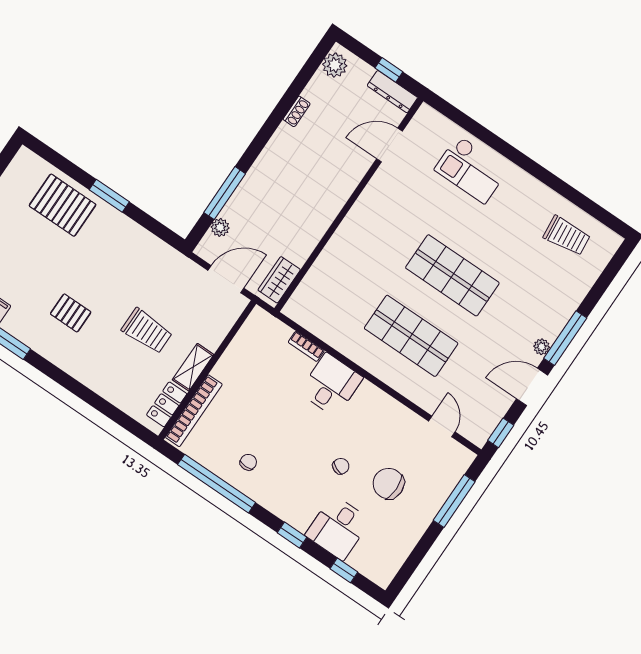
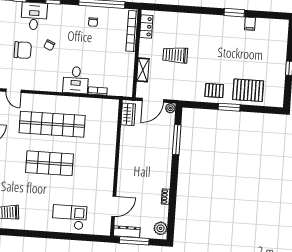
window: (389, 70) -> (134, 241), width x2.17
plant: (220, 227) -> (170, 108), moved
pallet: (71, 313) -> (214, 91), moved
shop shelf: (411, 336) -> (52, 124), width x1.40
shelving: (193, 367) -> (143, 70), moved

